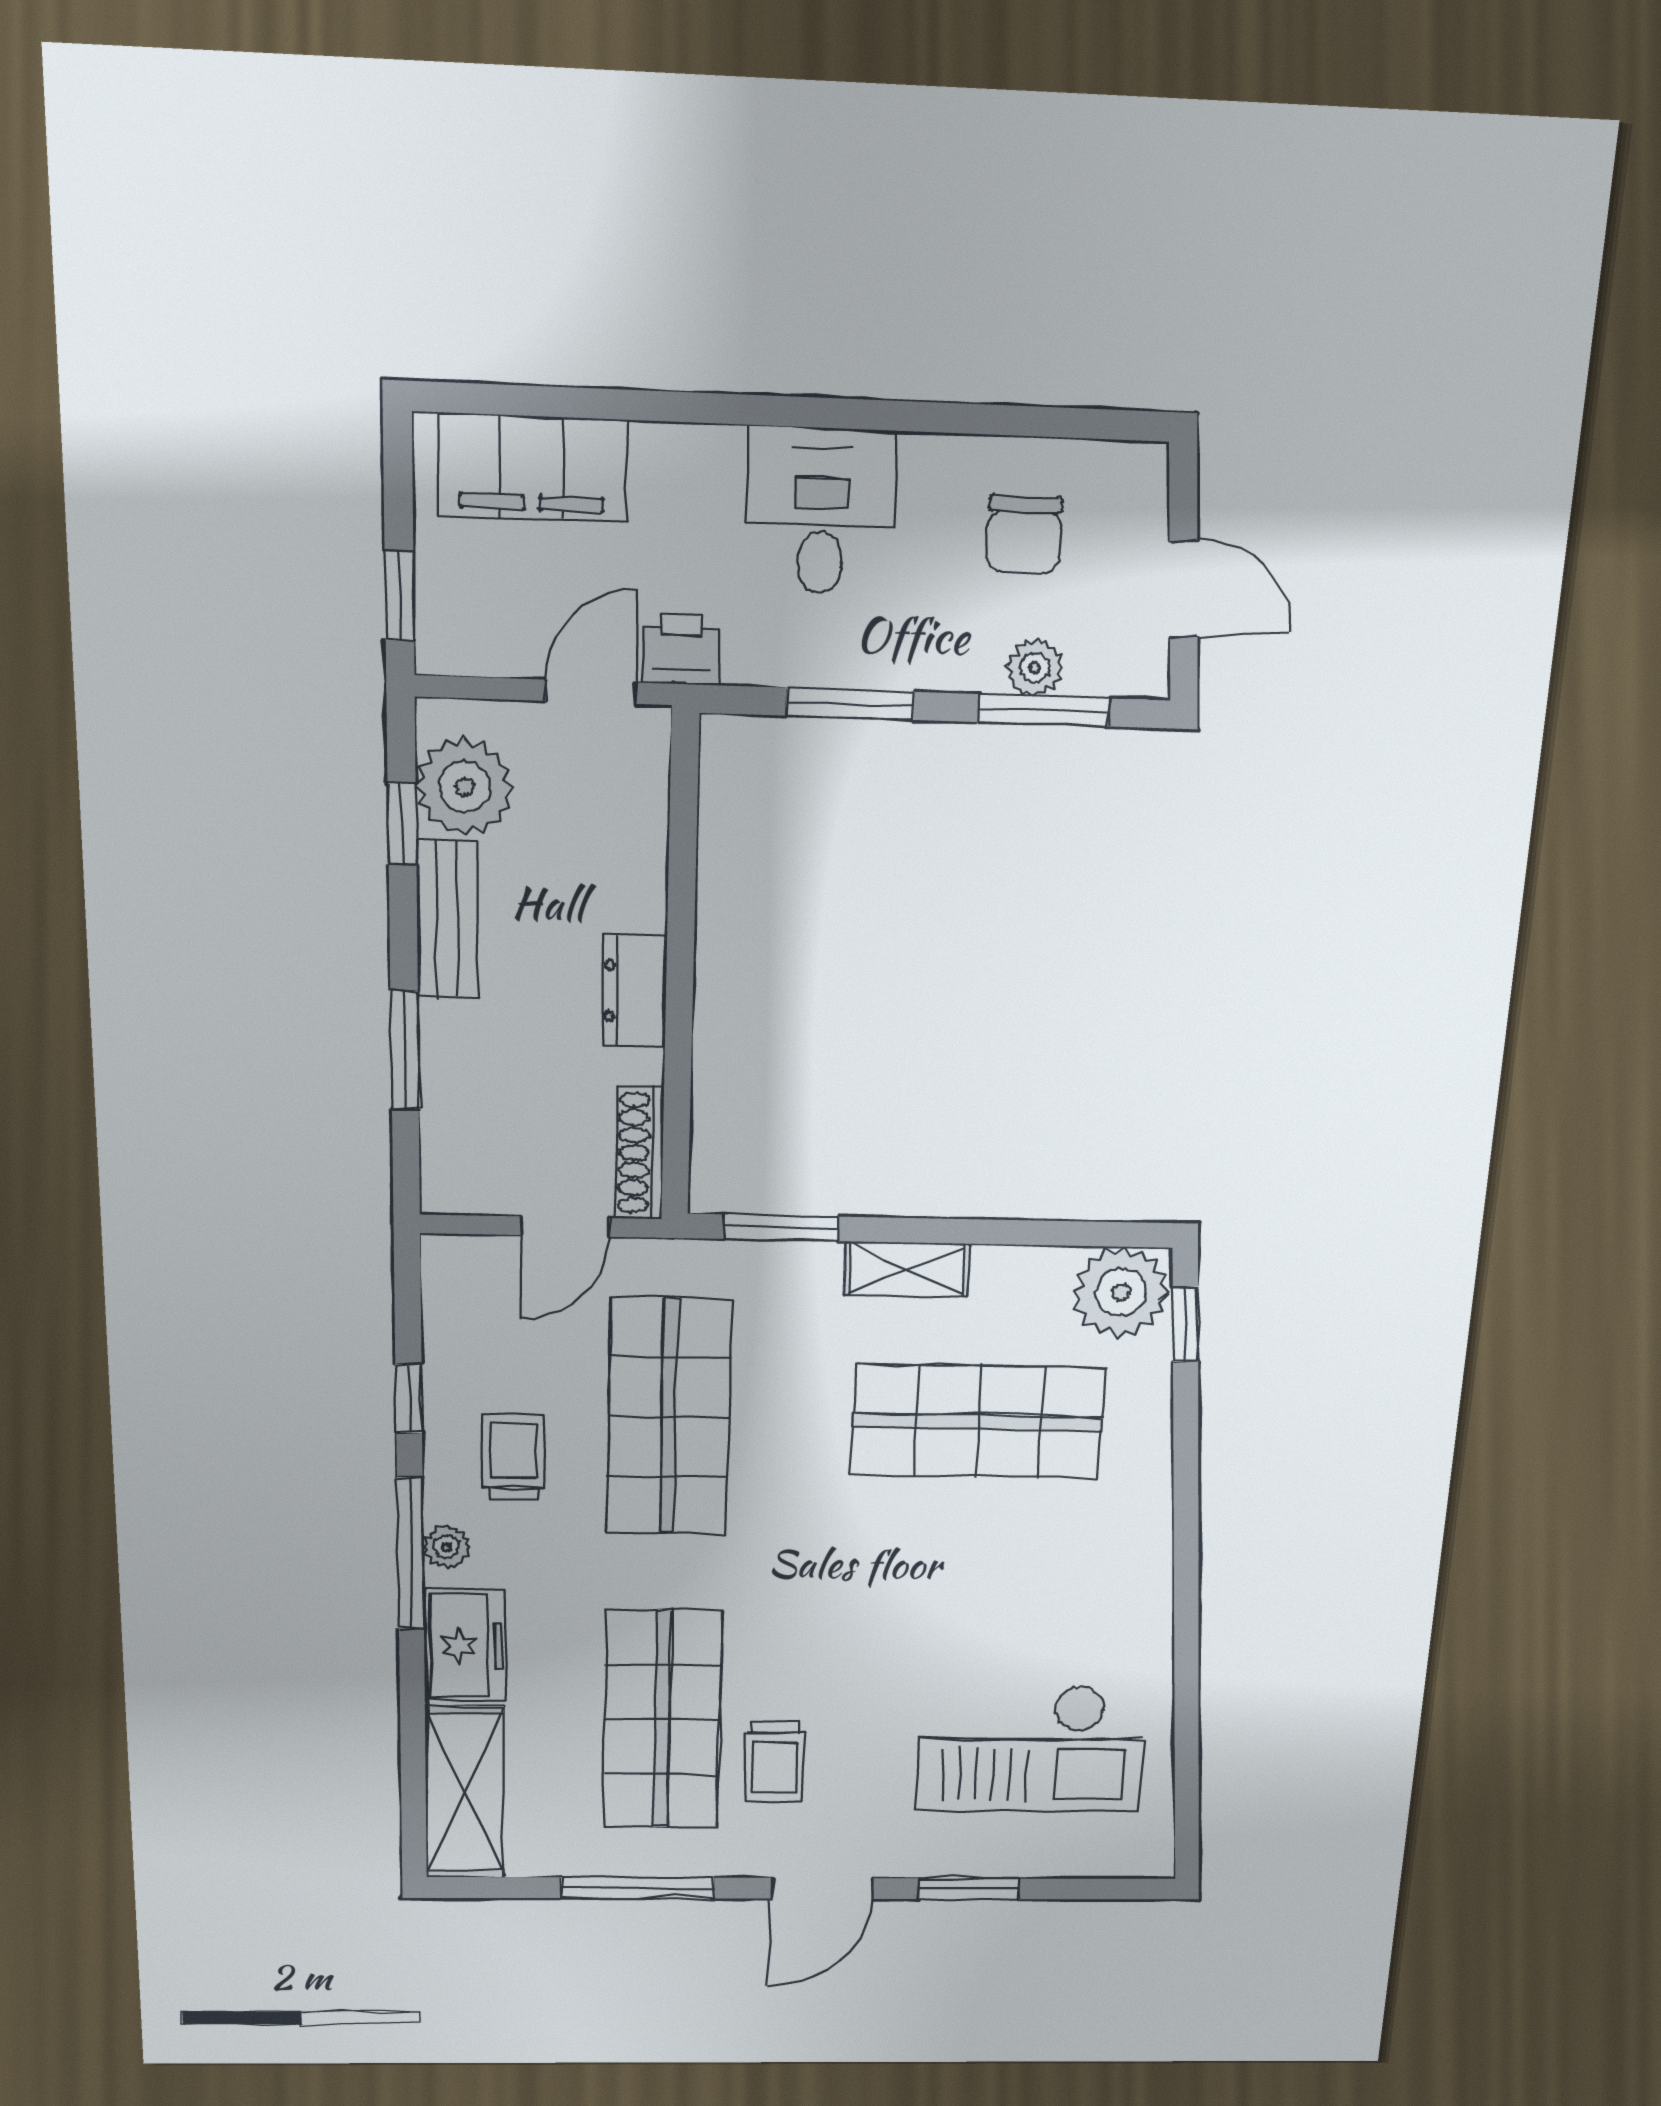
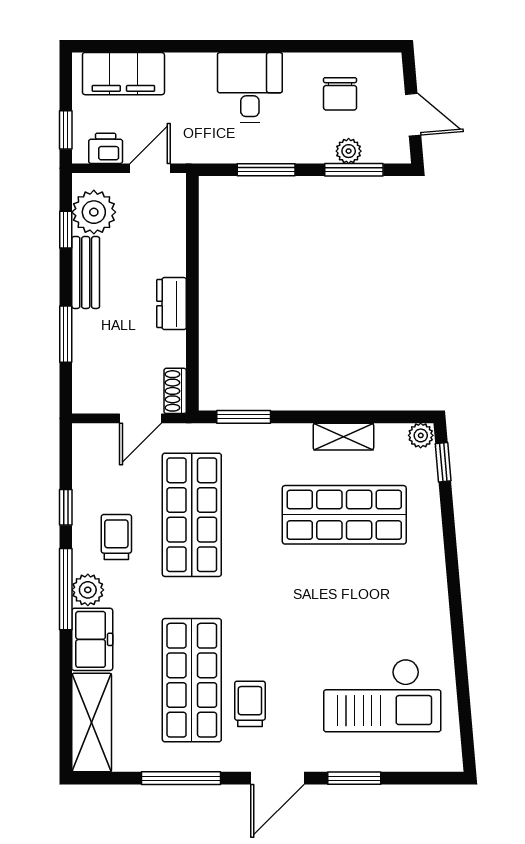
printer: (681, 649) -> (106, 148), moved
shoe rack: (639, 1153) -> (175, 391), width x0.70
shelving: (907, 1269) -> (343, 437), moved
plant: (1121, 1292) -> (421, 435), width x0.53, depth x0.53
plant: (447, 1547) -> (88, 590), width x1.38, depth x1.38
trolley: (775, 1762) -> (250, 704), turned 180

